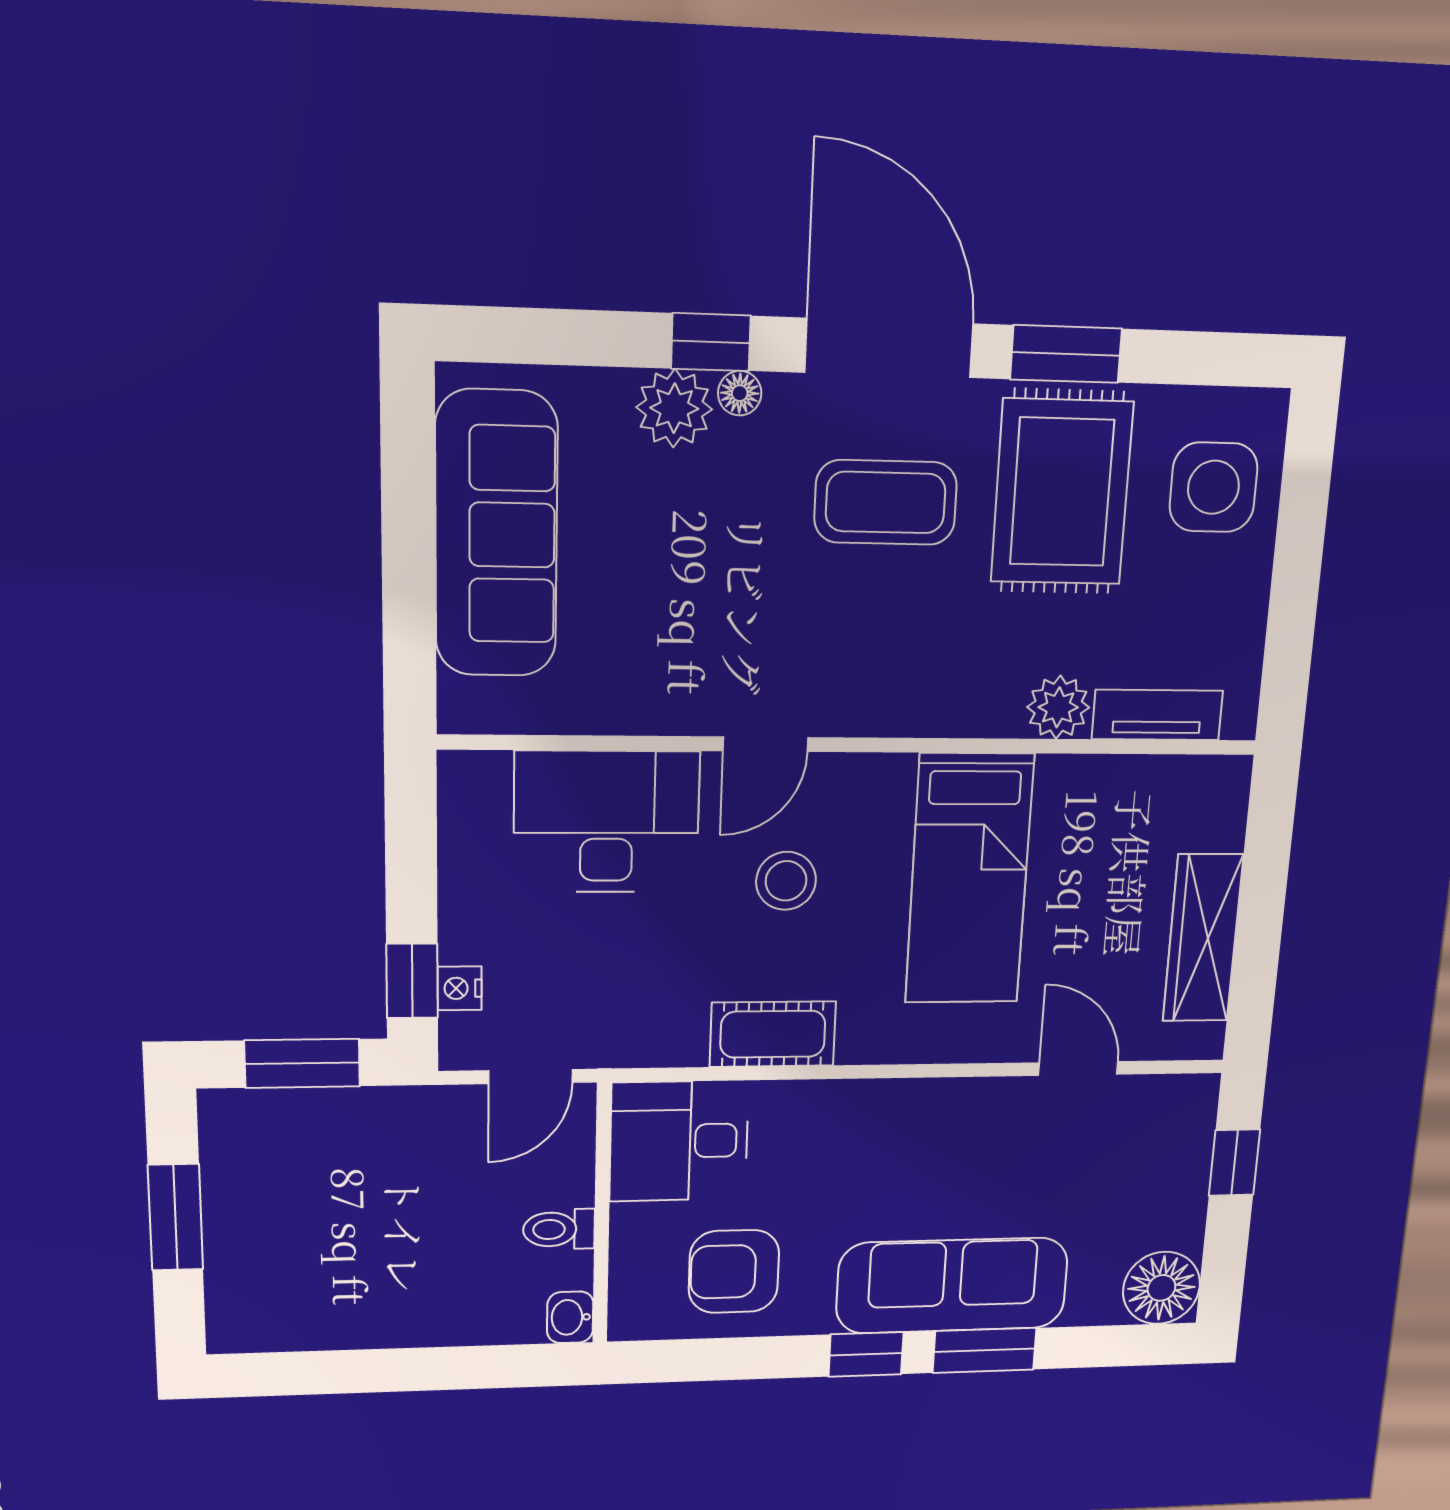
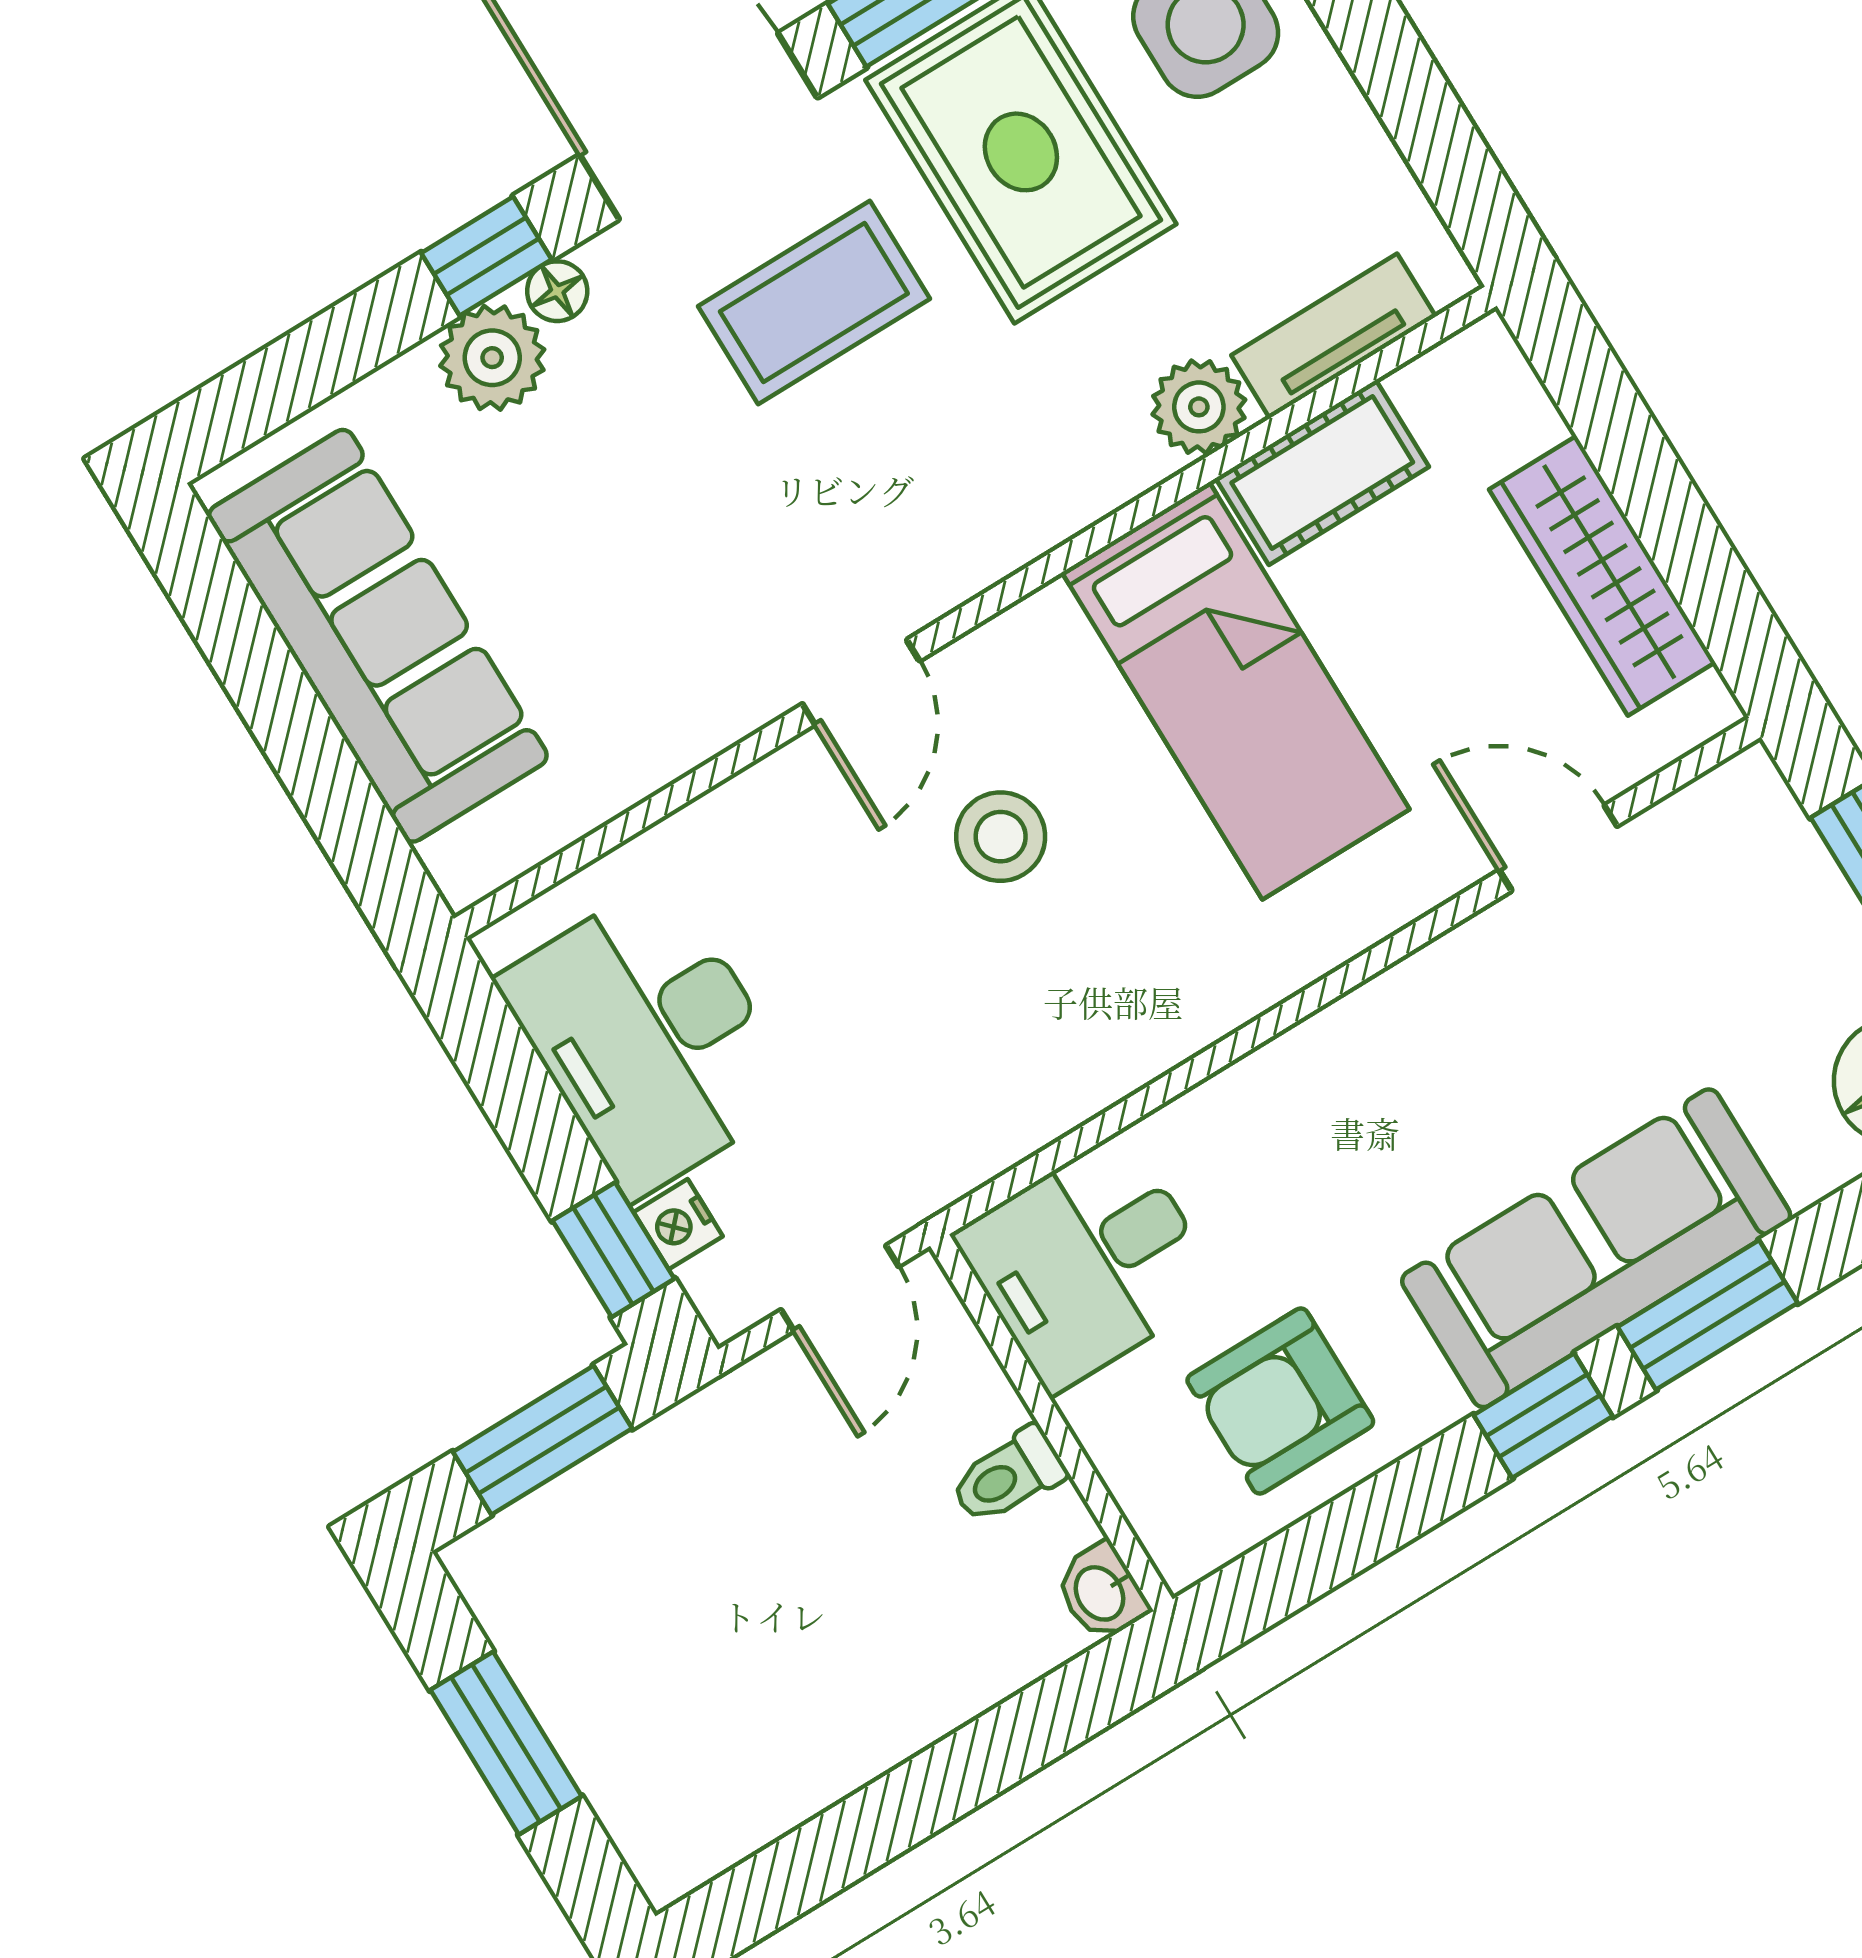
desk: (606, 822) -> (649, 1038), moved, turned -90
cot: (773, 1034) -> (1322, 472), moved

